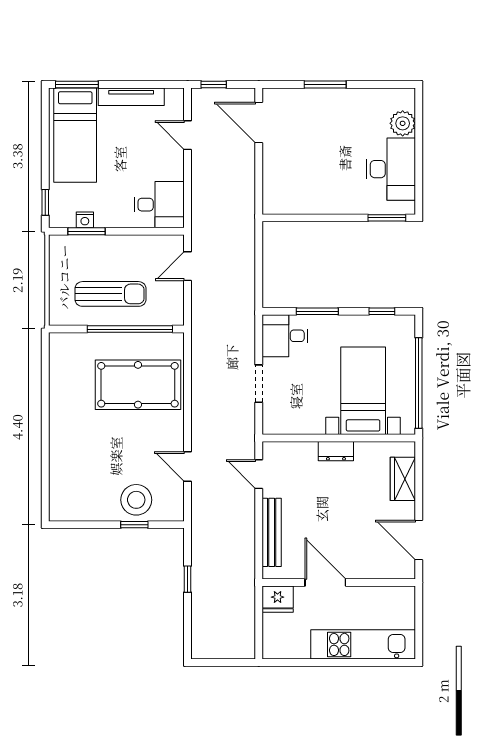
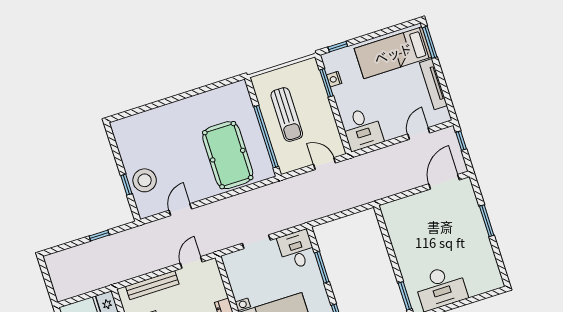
plant: (403, 123) -> (477, 285), removed

